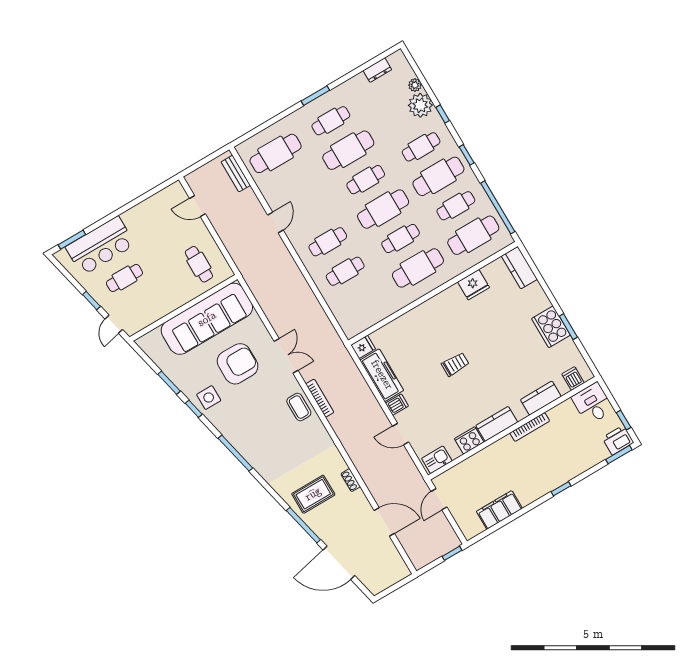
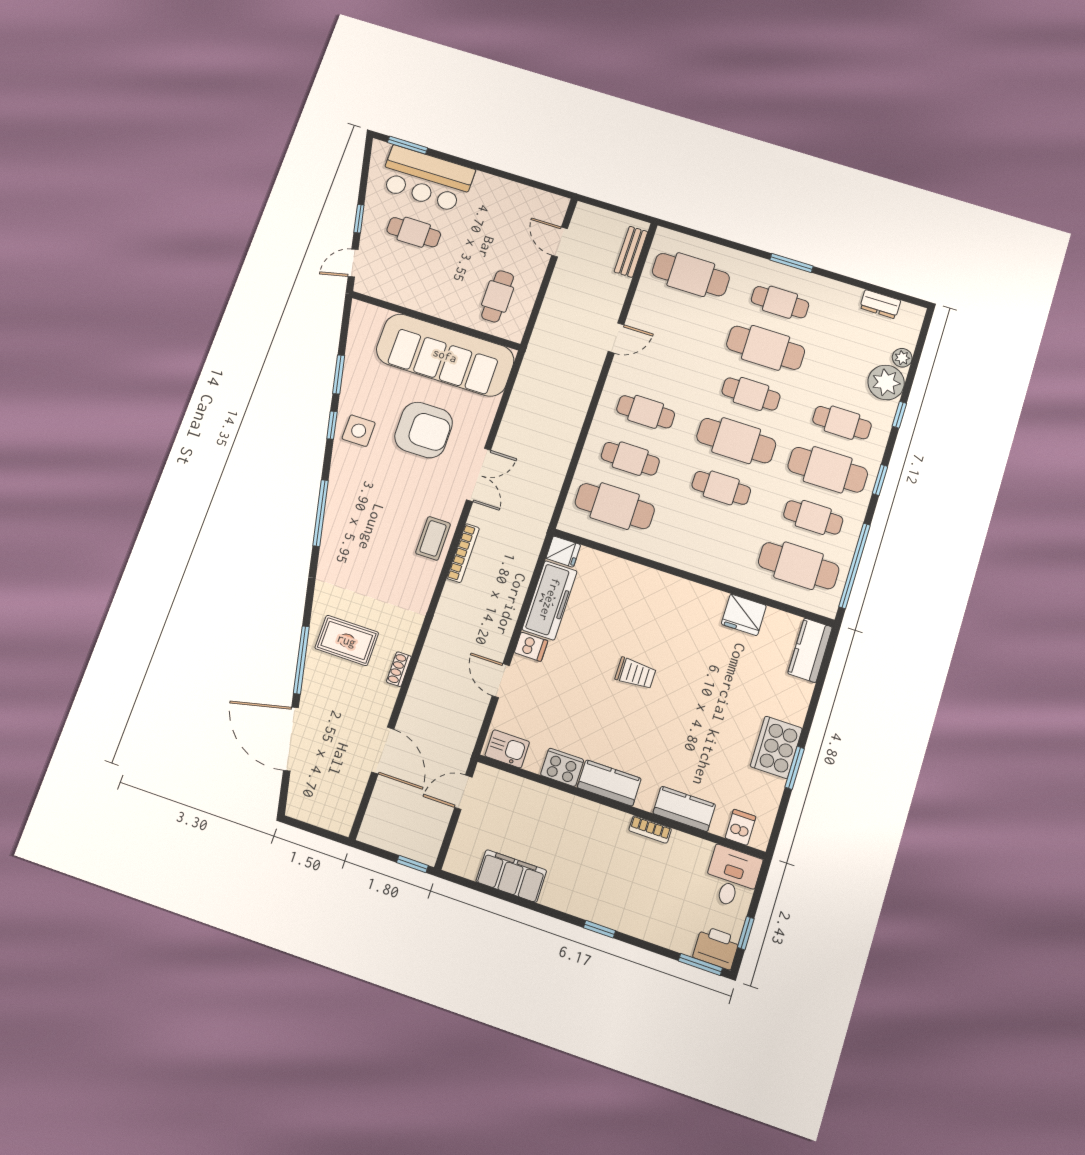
cafe table: (418, 268) -> (615, 506), moved
bookcase: (530, 427) -> (650, 829), width x0.64

